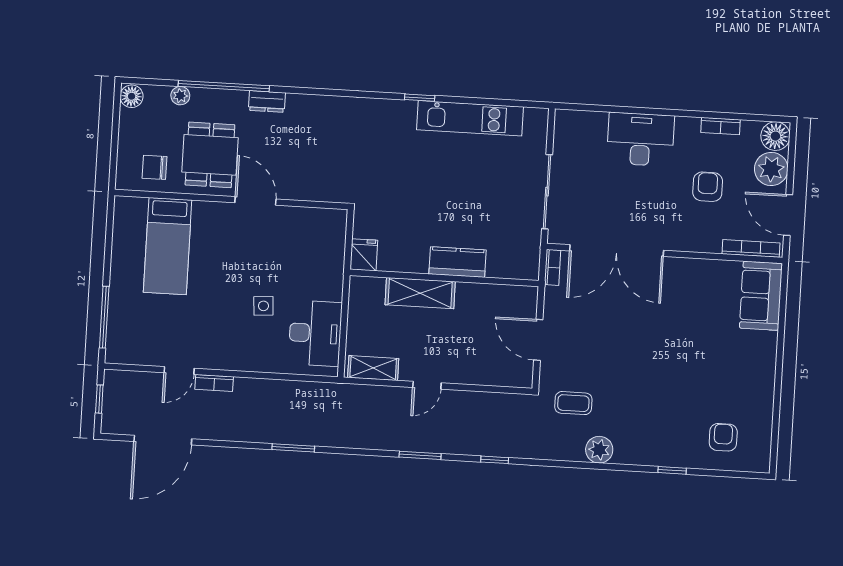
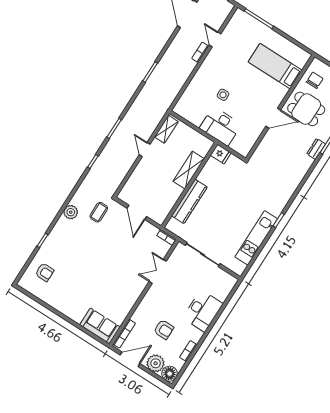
double door: (617, 251) -> (158, 271), width x0.54
kitchen counter: (458, 262) -> (189, 201), width x1.50
desk: (315, 333) -> (220, 126), moved
door: (538, 340) -> (137, 212), swing flipped

